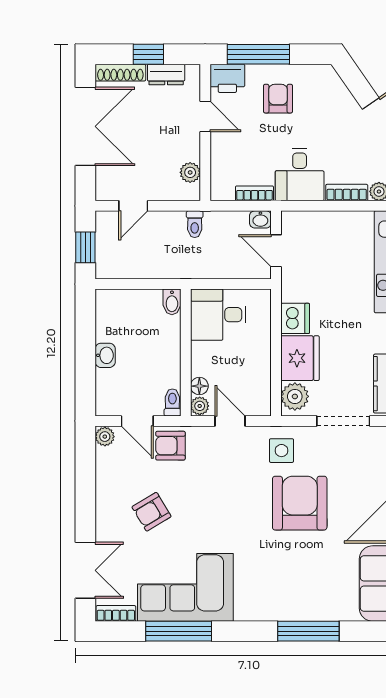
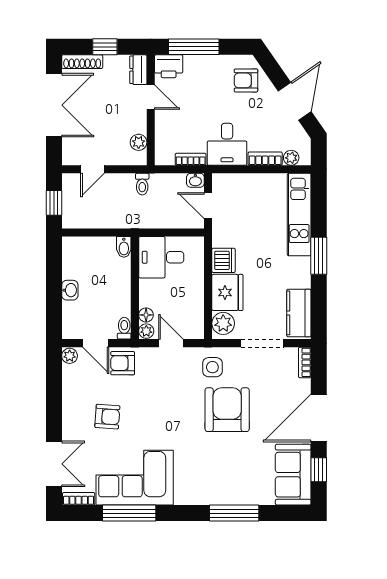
dresser: (166, 74) -> (138, 70), moved, turned 90
armchair: (278, 99) -> (246, 80), moved, turned -90
armchair: (152, 512) -> (107, 417), turned -145

